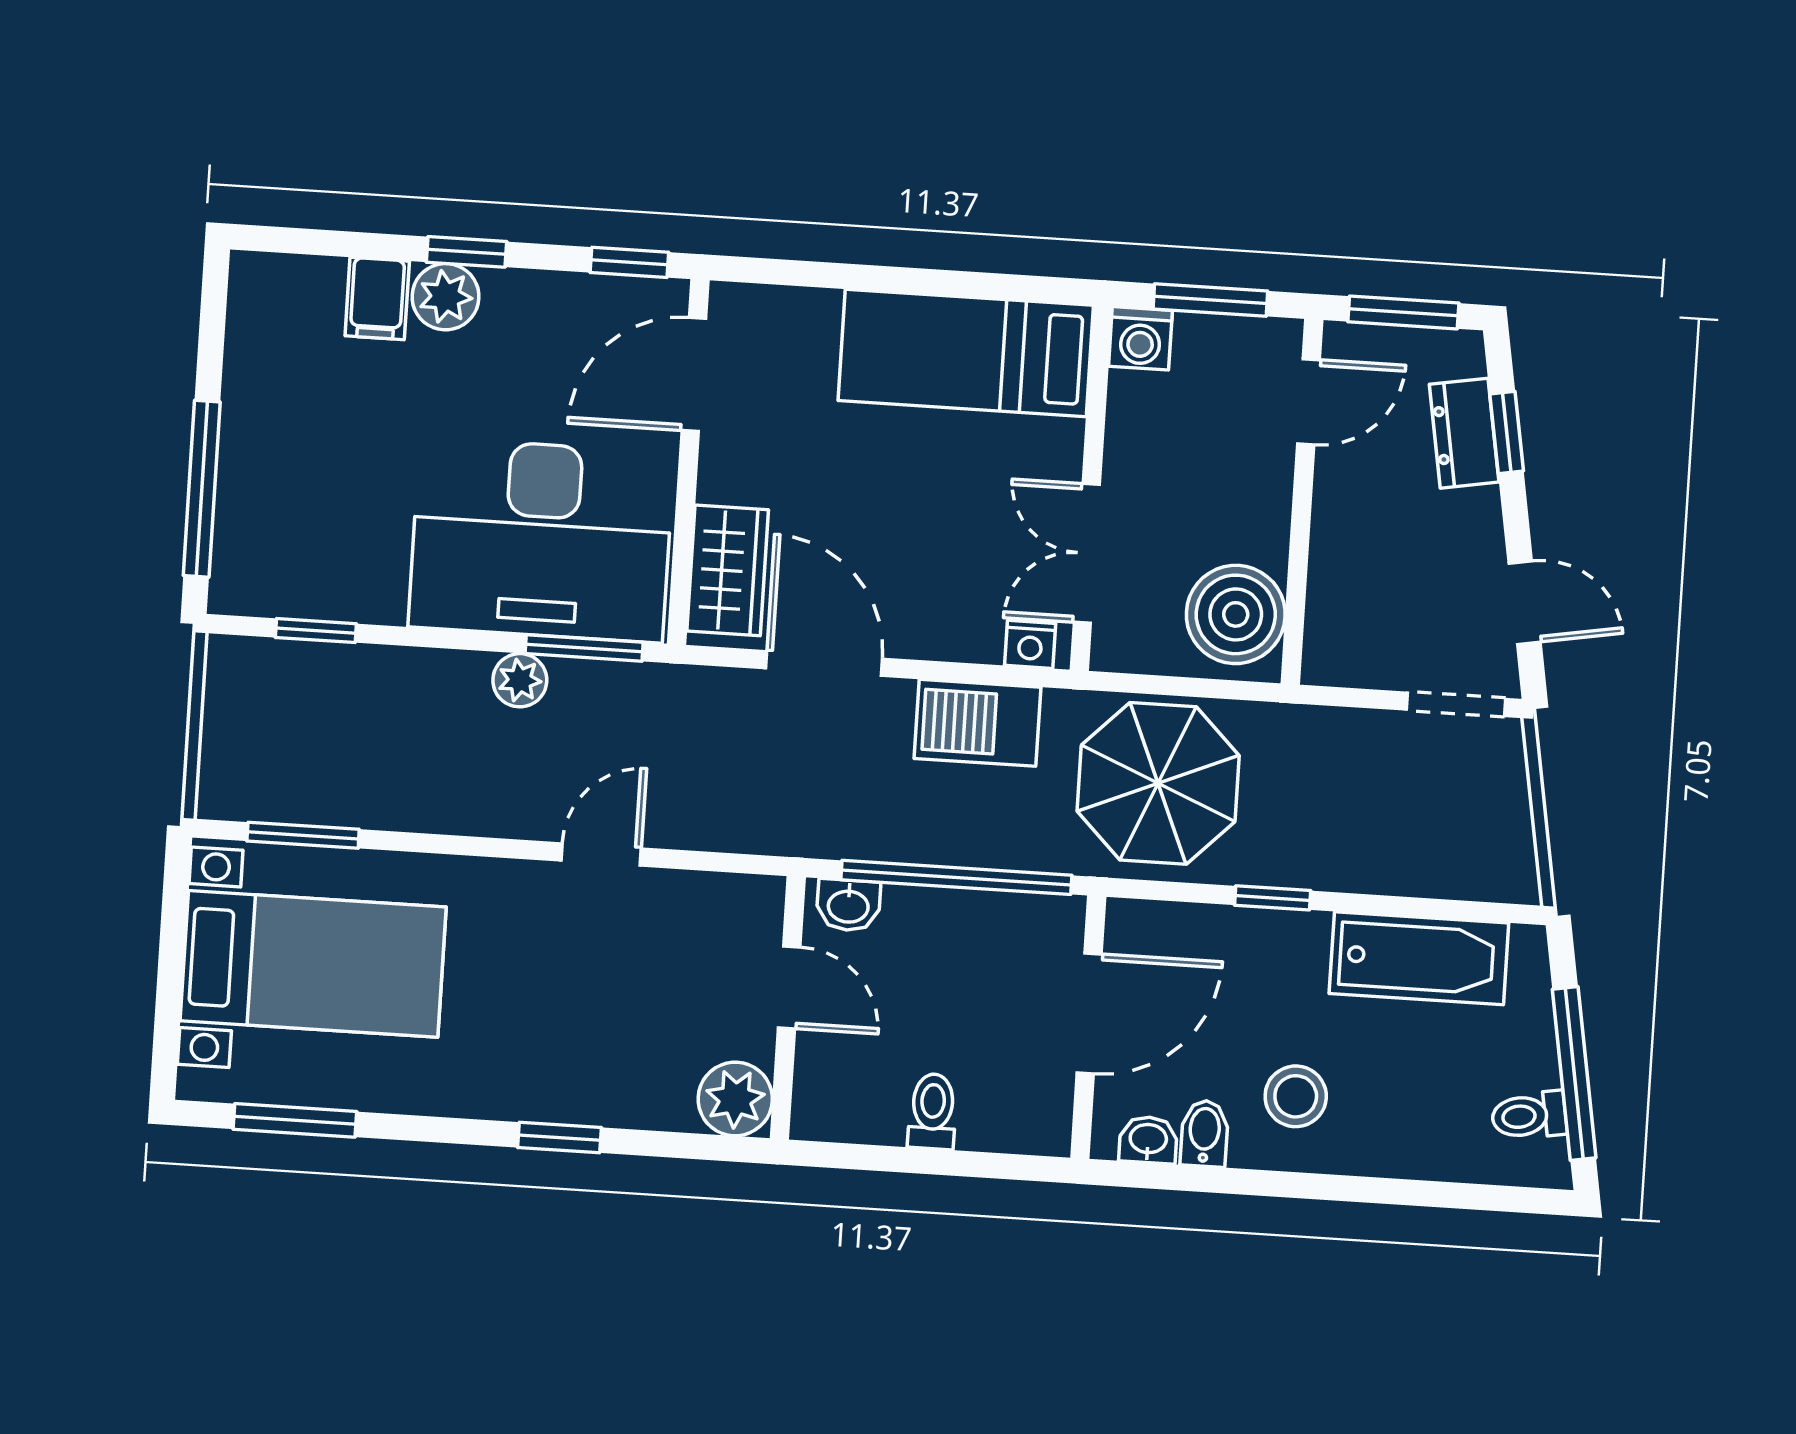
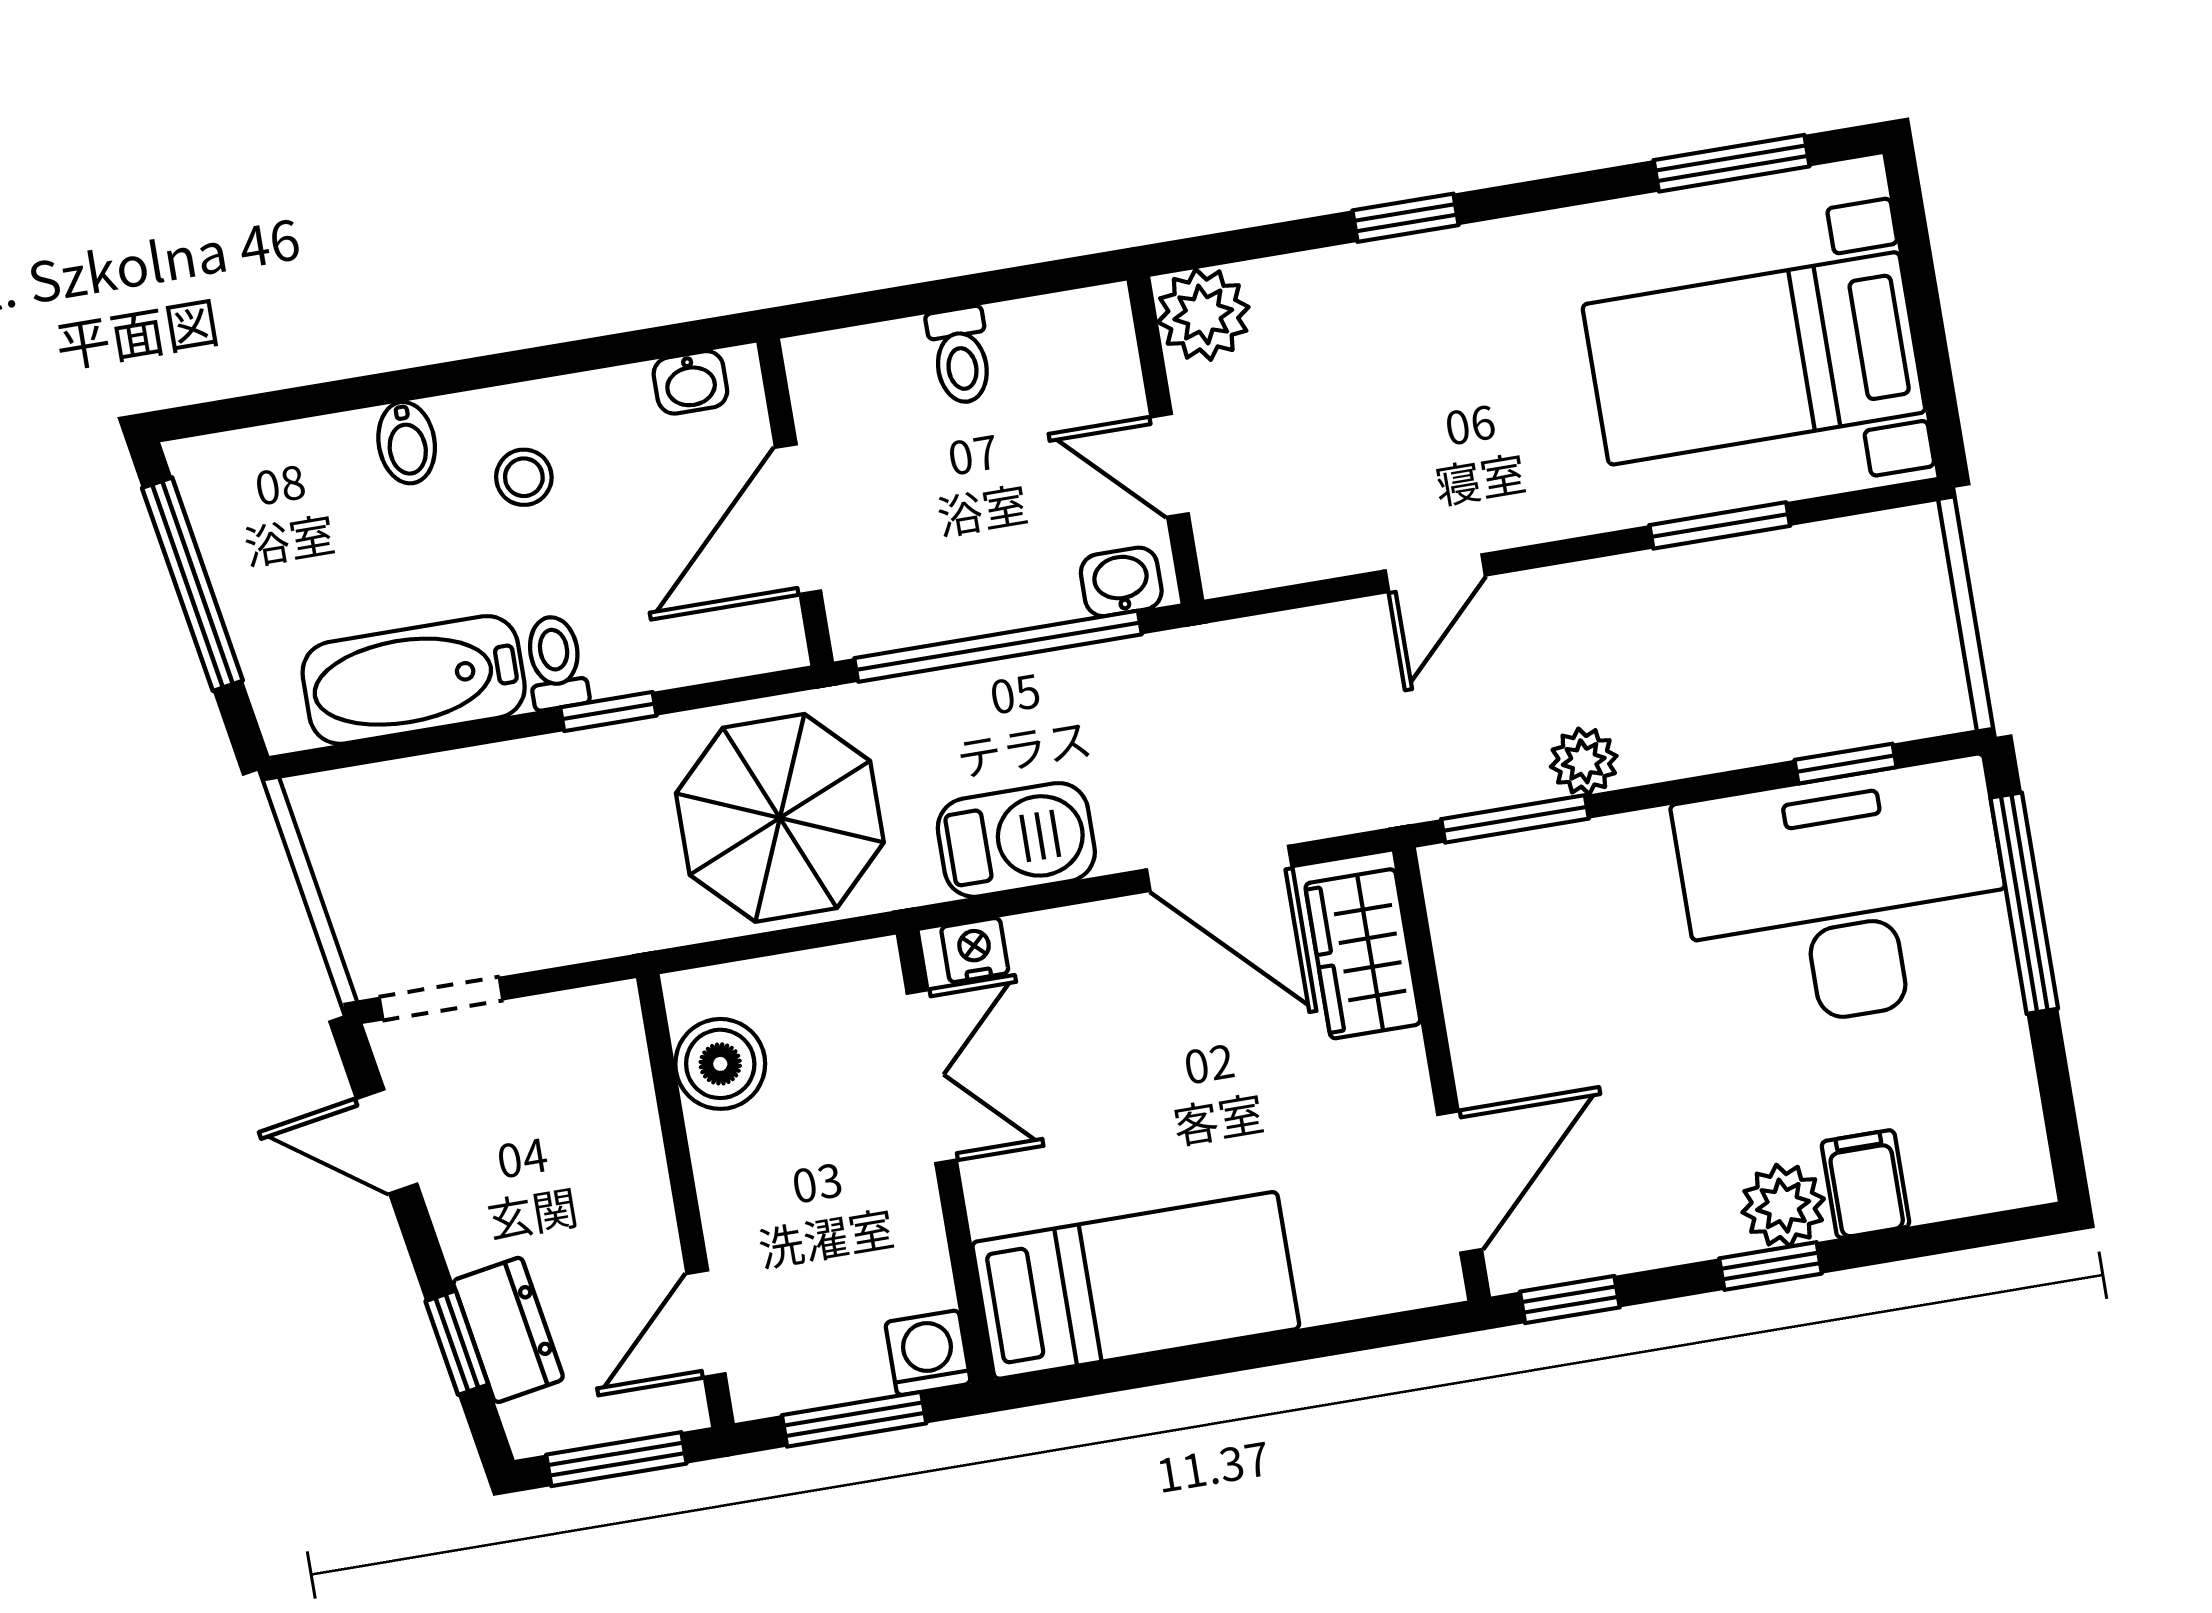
desk: (541, 540) -> (1846, 896), moved
boiler: (1236, 614) -> (720, 1064), width x0.73, depth x0.73
window: (303, 835) -> (1720, 525), moved
stool: (1296, 1096) -> (524, 477), width x0.73, depth x0.73
toilet: (1529, 1116) -> (556, 662), moved, turned -80
bidet: (1204, 1133) -> (407, 443), moved

